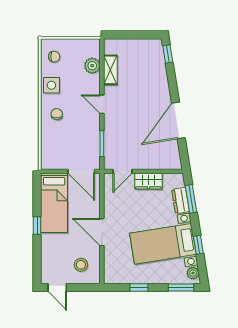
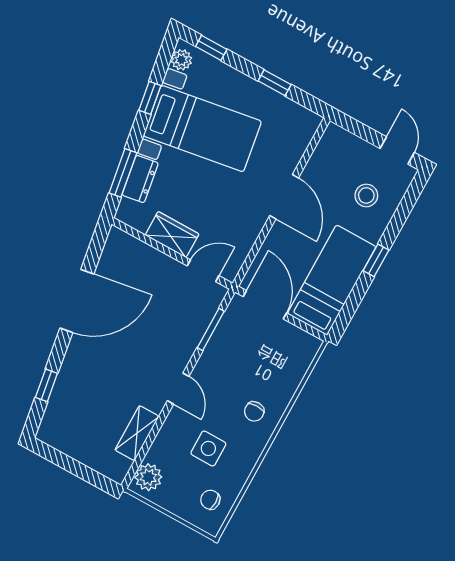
window: (168, 54) -> (46, 385), moved
plant: (92, 66) -> (148, 477), moved
side table: (51, 85) -> (208, 448), moved
stool: (81, 265) -> (366, 195), moved
window: (181, 288) -> (211, 48), width x0.67

